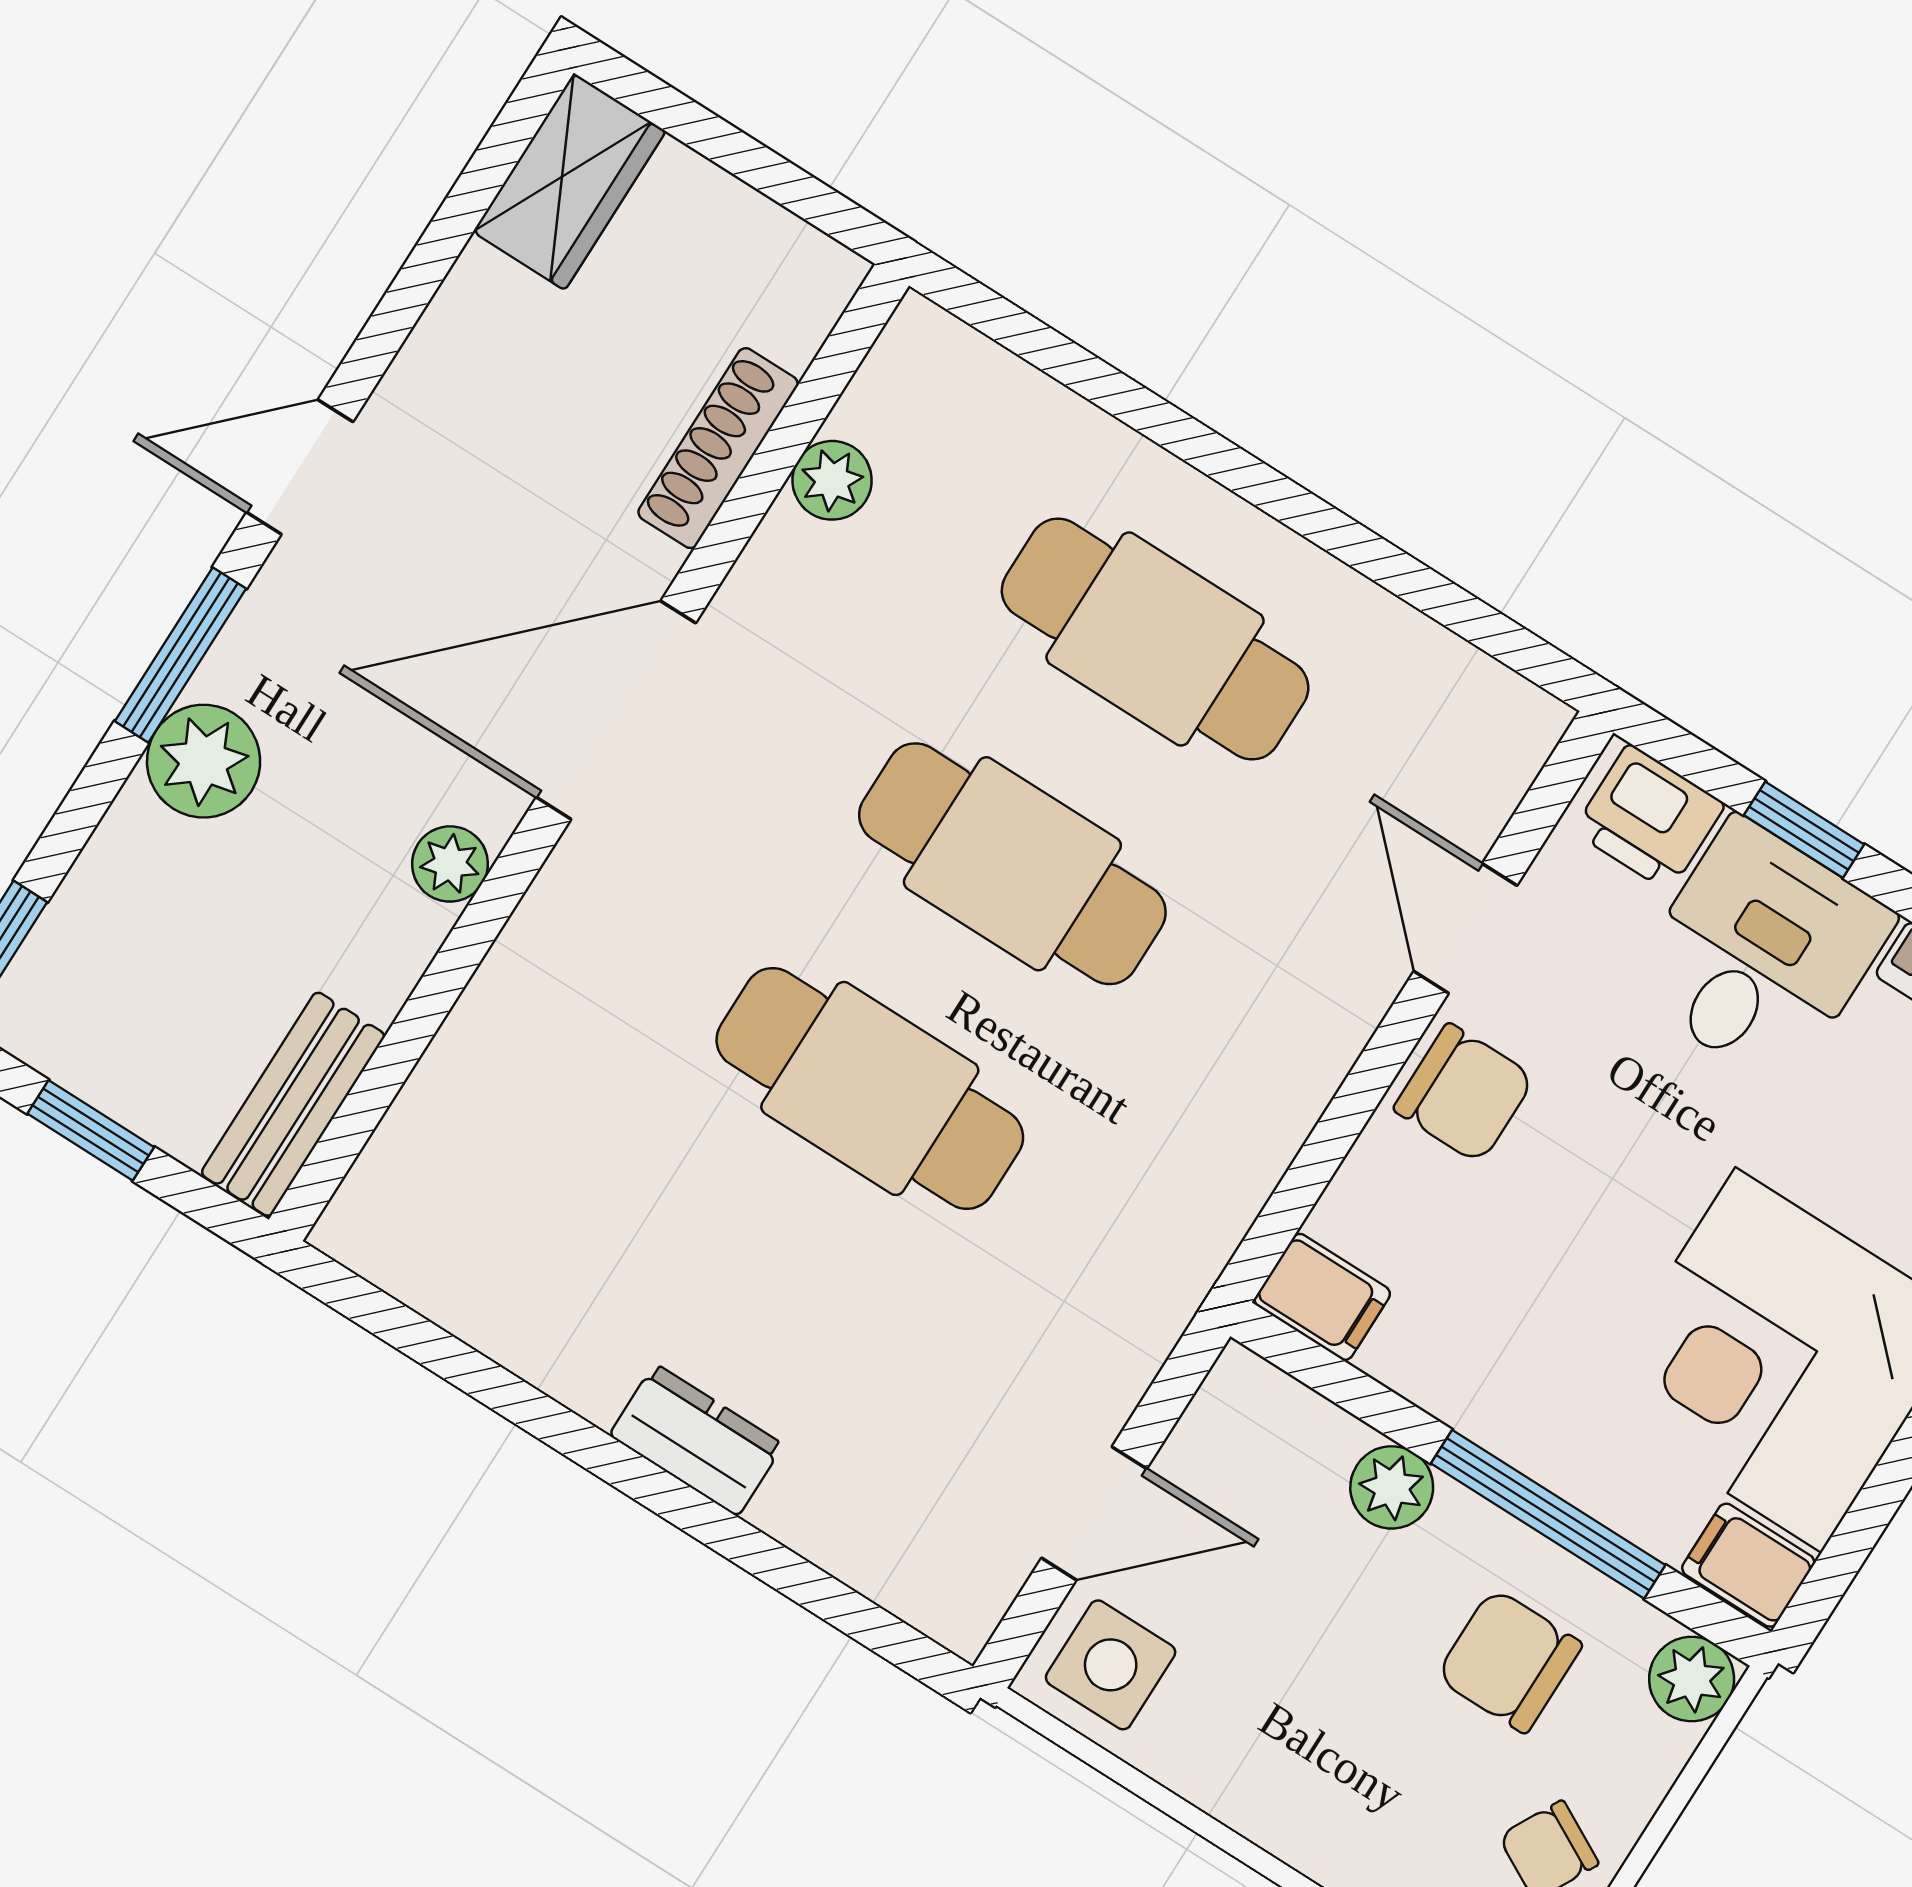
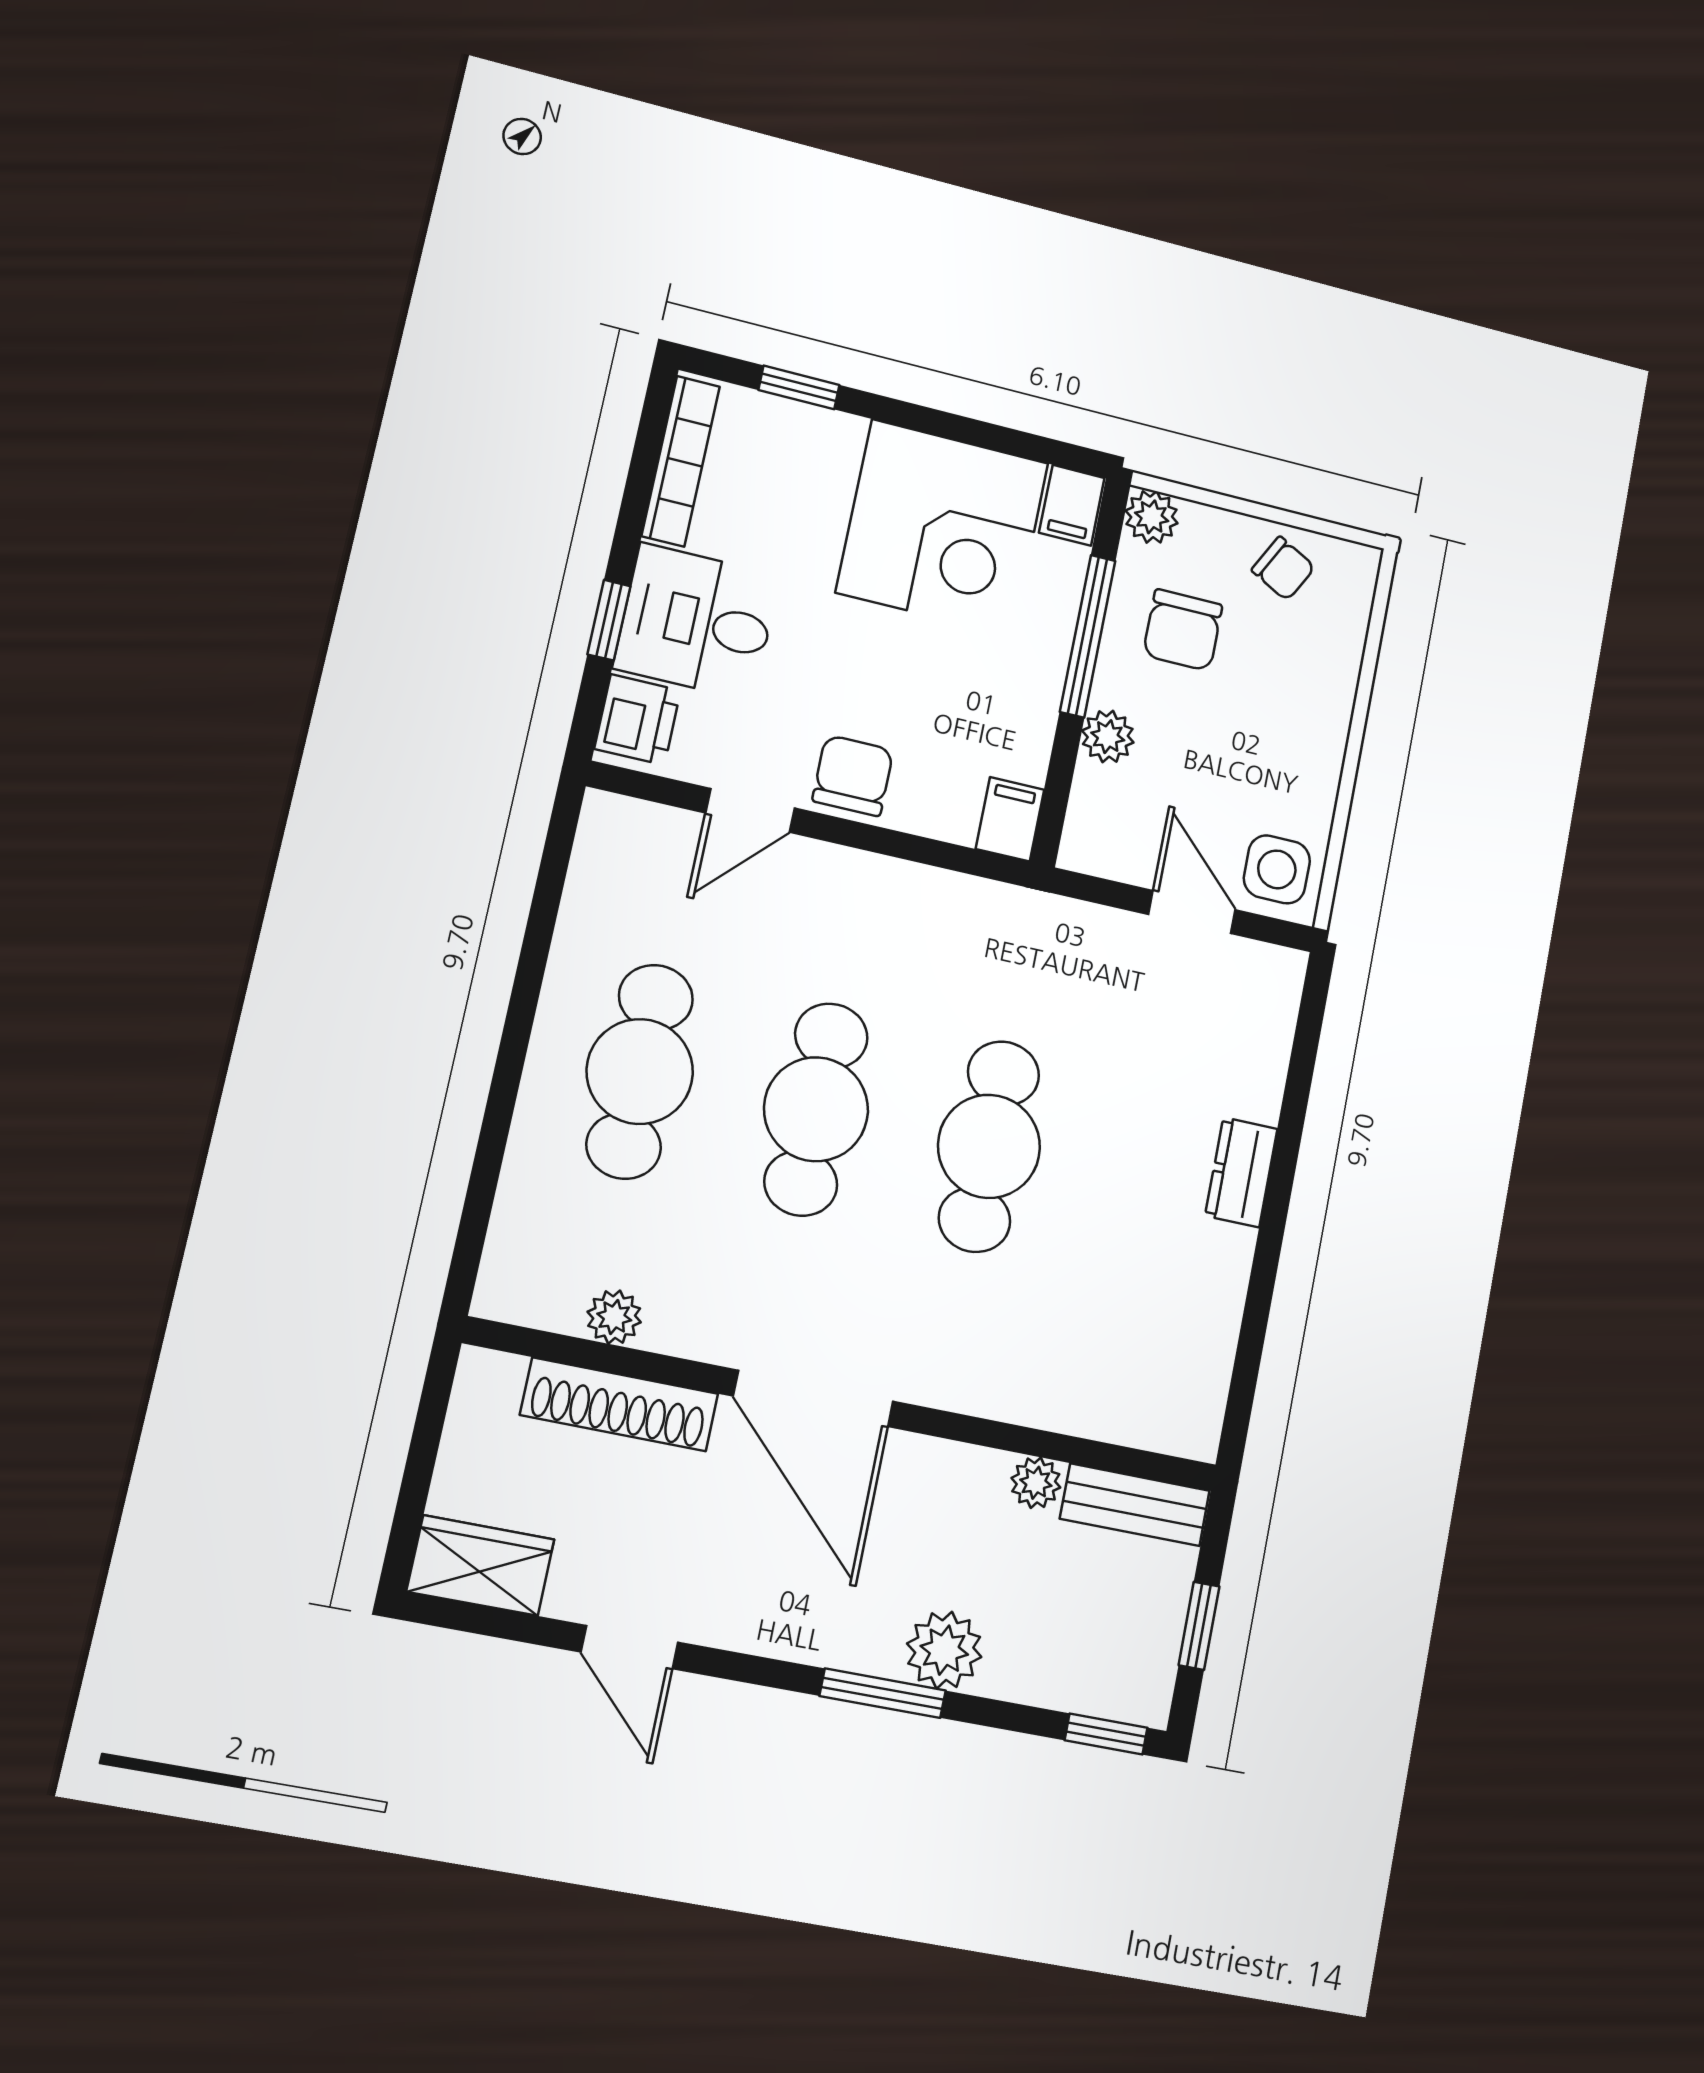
shoe rack: (718, 448) -> (619, 1404), width x1.36, depth x1.24
door: (300, 467) -> (629, 1647), moved
plant: (450, 864) -> (1036, 1483), moved

